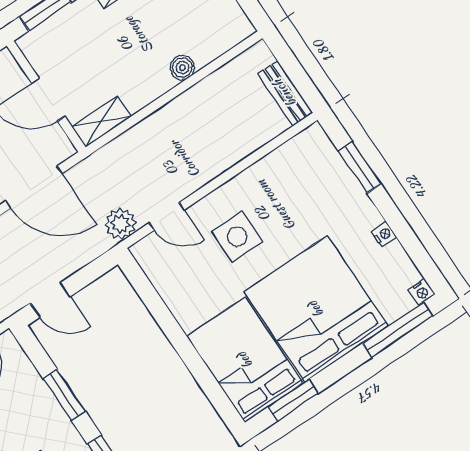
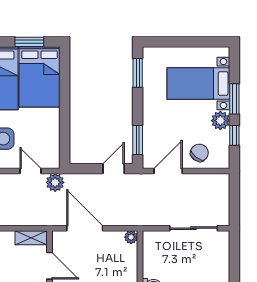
door: (50, 300) -> (114, 169), hinge flipped
window: (64, 395) -> (138, 140), moved

